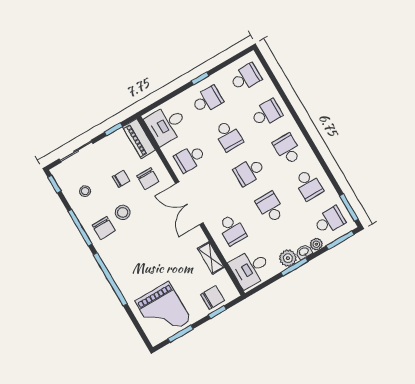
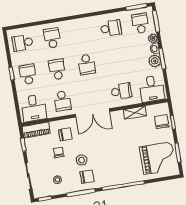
school desk: (246, 78) -> (23, 43), turned -90
school desk: (228, 136) -> (57, 69), turned -90
school desk: (288, 149) -> (81, 33), removed
school desk: (270, 207) -> (116, 60), removed

